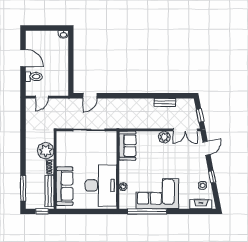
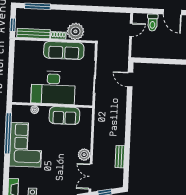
door: (23, 58) -> (172, 12), hinge flipped
door: (42, 97) -> (131, 30), swing flipped
sofa: (127, 146) -> (64, 116), moved
desk: (101, 185) -> (53, 88), moved
sofa: (65, 186) -> (64, 50), moved

